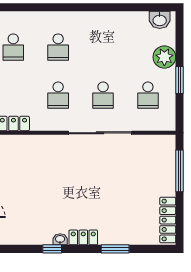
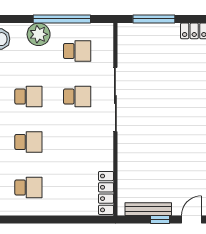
window: (179, 80) -> (62, 19), width x2.11
school desk: (58, 95) -> (28, 96), moved

